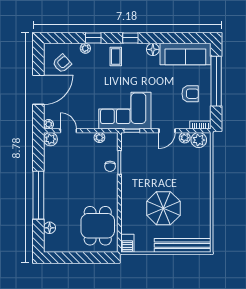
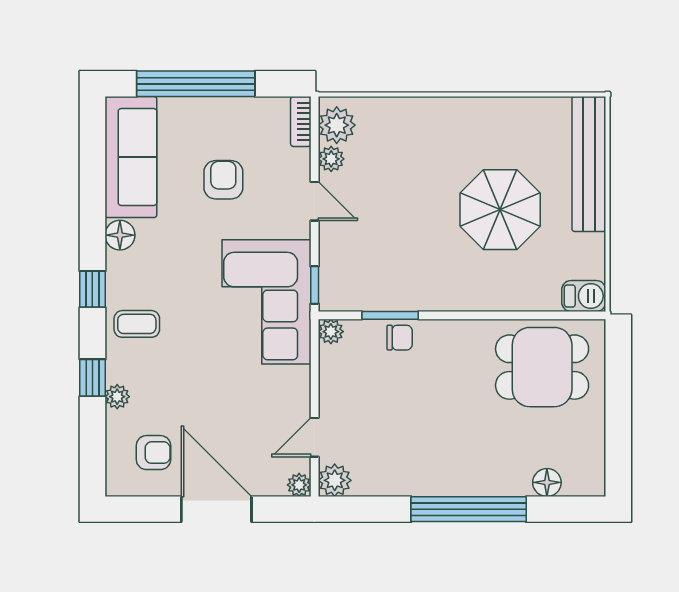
armchair: (62, 63) -> (153, 453), turned 132
armchair: (190, 94) -> (223, 180), moved
plant: (99, 138) -> (331, 332), moved

